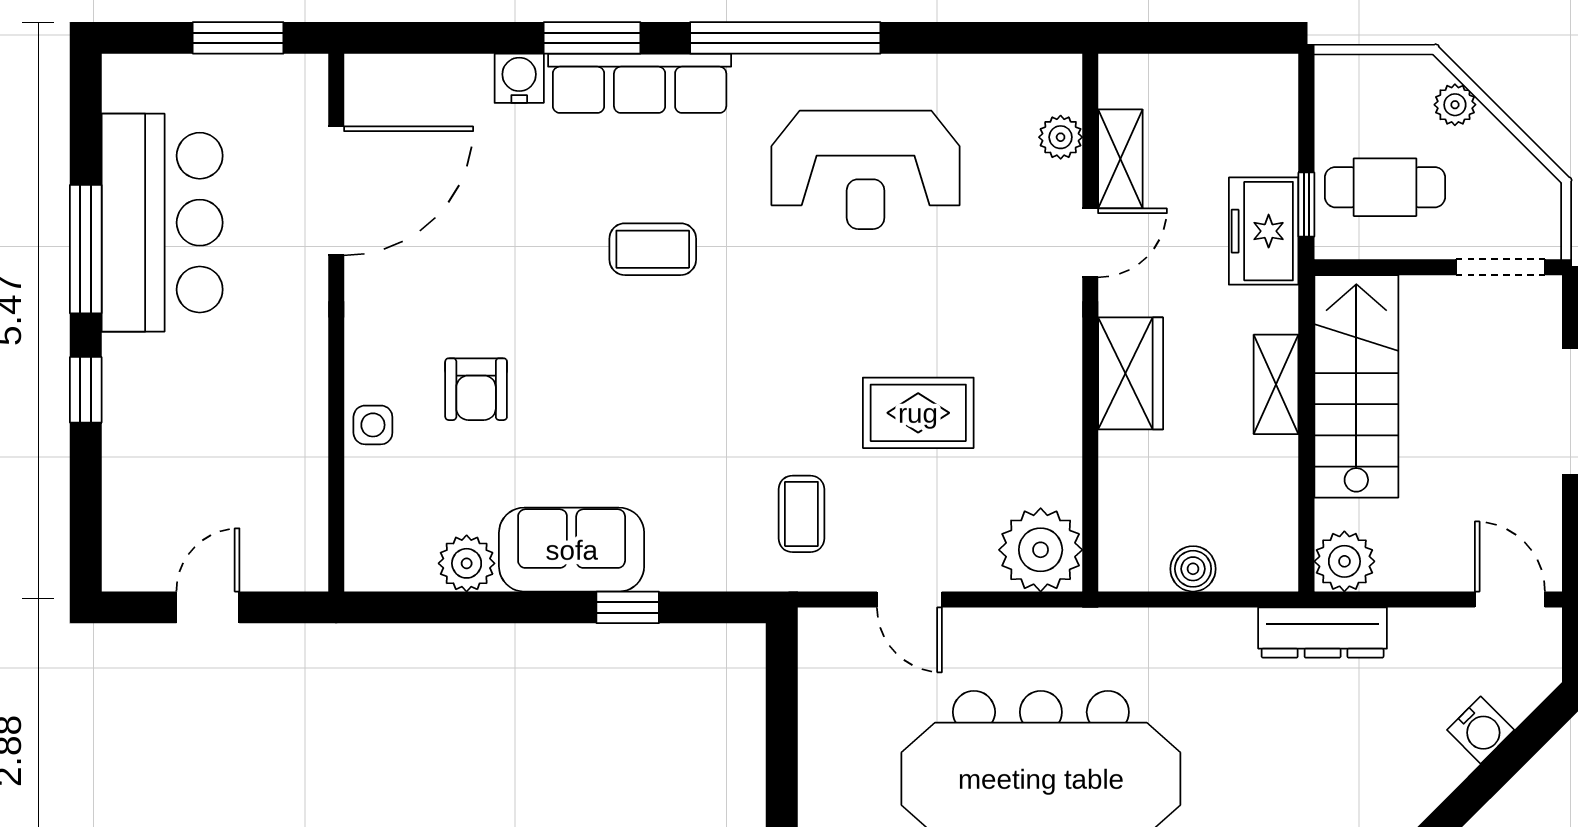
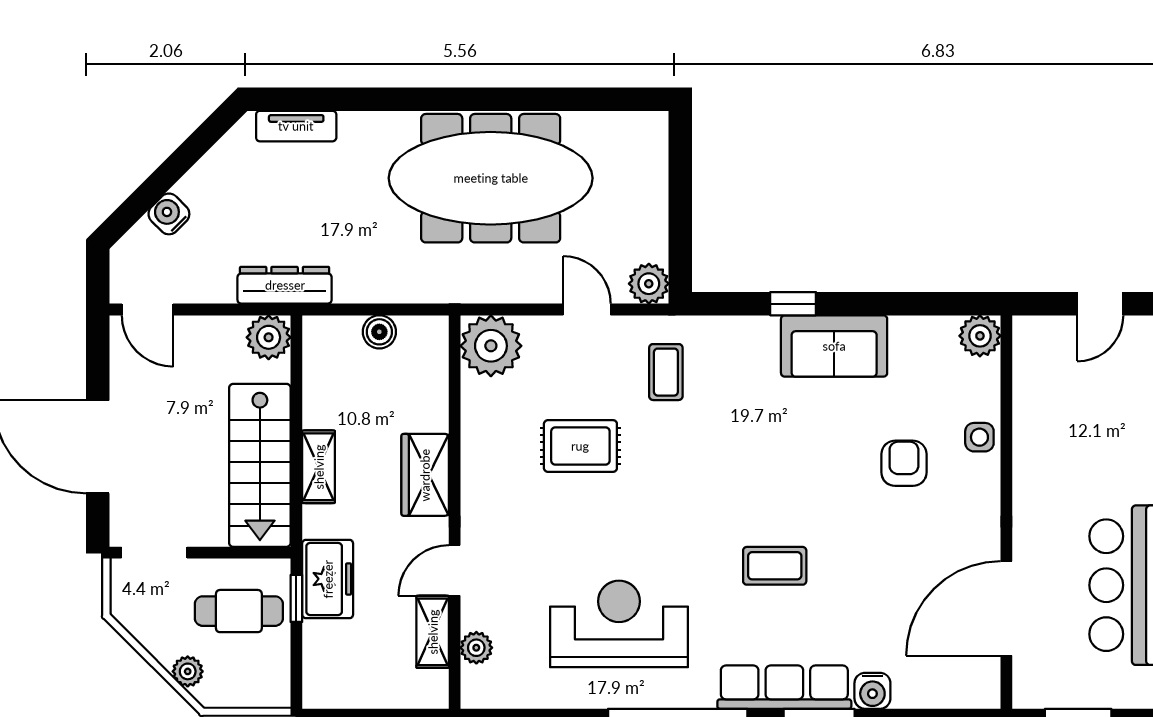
plant: (467, 563) -> (980, 336), moved
plant: (825, 635) -> (649, 284), added

